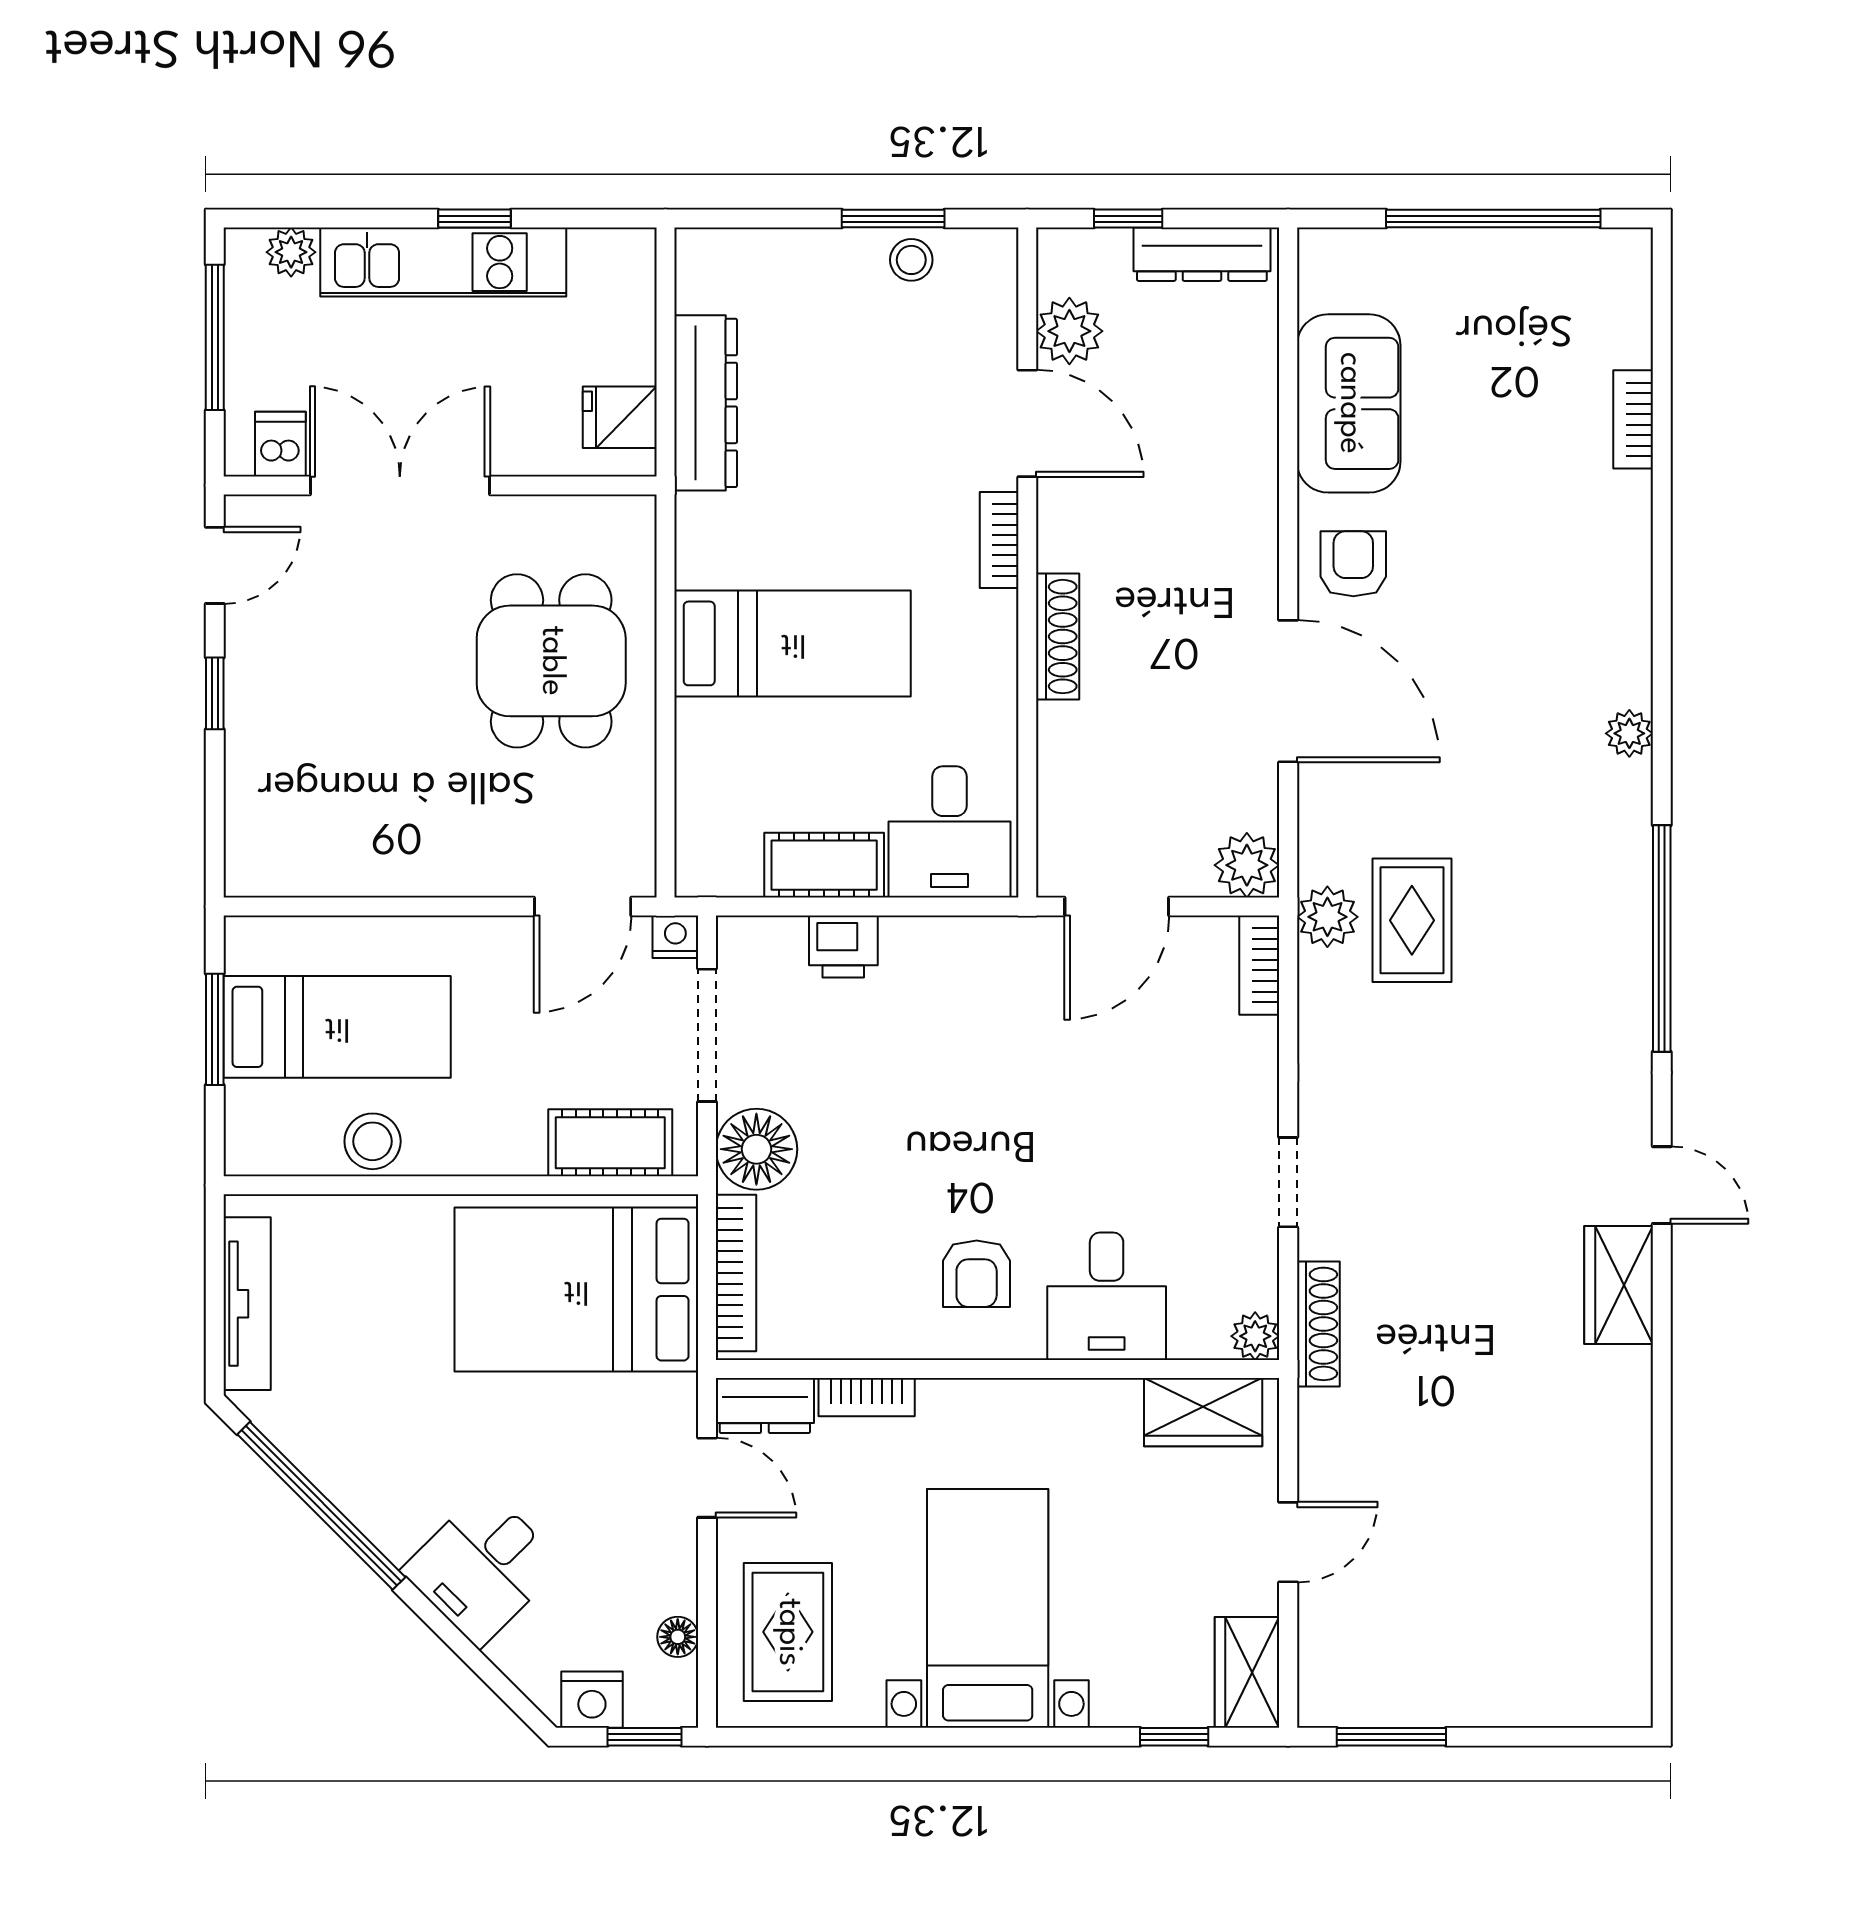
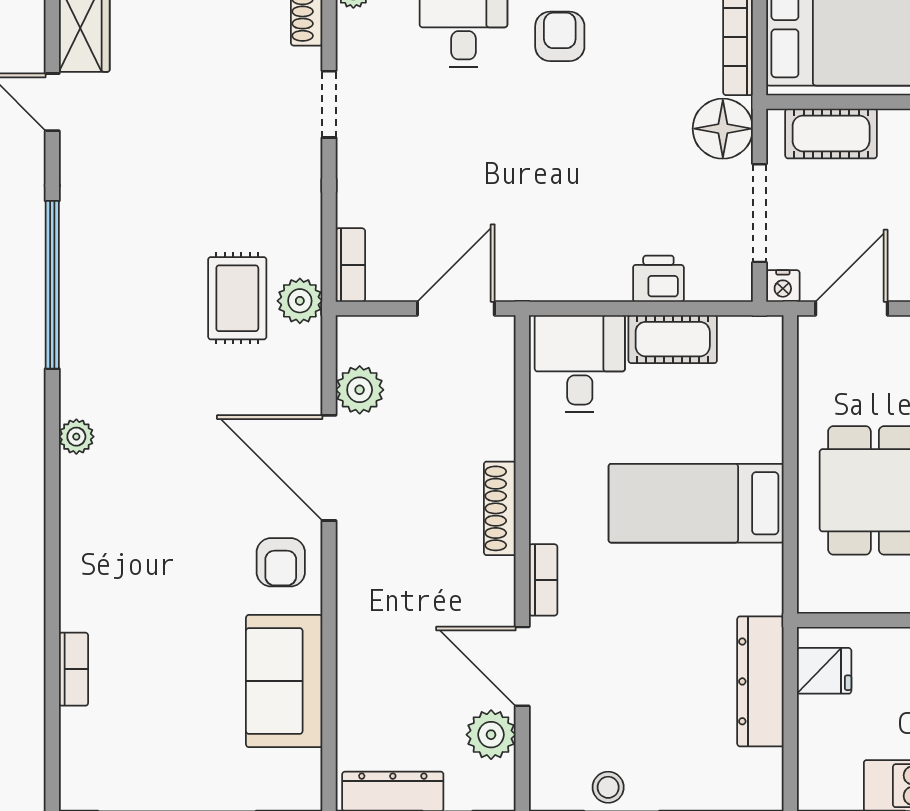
plant: (1247, 865) -> (360, 390), moved

